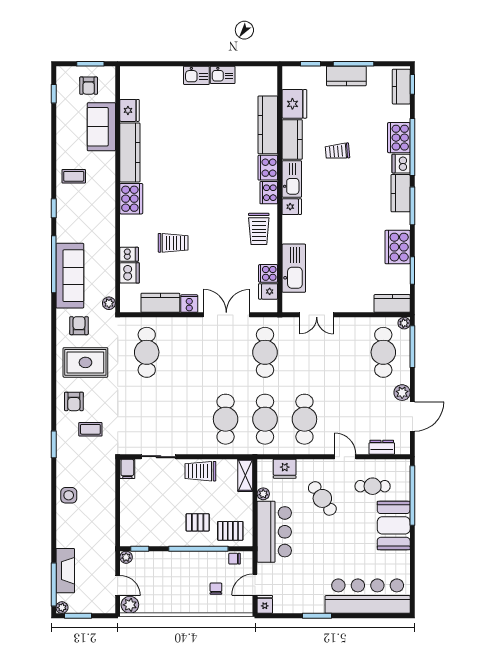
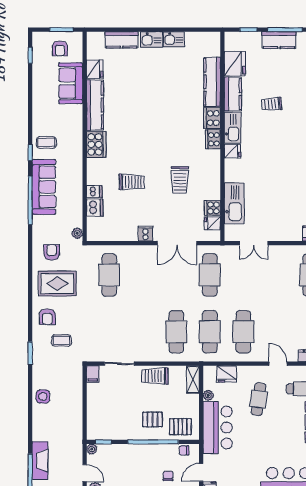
coffee table: (74, 176) -> (46, 142), moved
trolley: (259, 229) -> (180, 180), moved
sofa: (70, 276) -> (44, 187), moved
kitchen counter: (160, 303) -> (121, 40), moved, turned 180
double door: (226, 315) -> (177, 243), swing flipped
cafe table: (322, 498) -> (259, 399), turned 43

